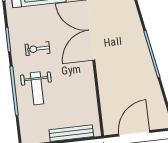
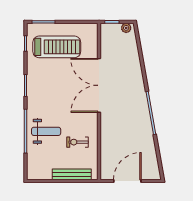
exercise bike: (37, 49) -> (78, 142), moved
weight bench: (37, 88) -> (46, 131), turned -90

